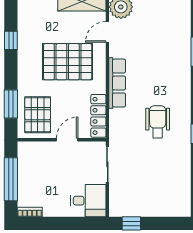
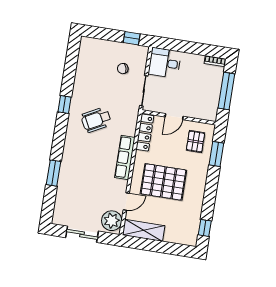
window: (11, 40) -> (205, 228), moved
pallet: (38, 115) -> (196, 142), width x0.67, depth x0.71
wheelchair: (158, 122) -> (96, 120), turned 62
chair: (136, 186) -> (123, 69), added

